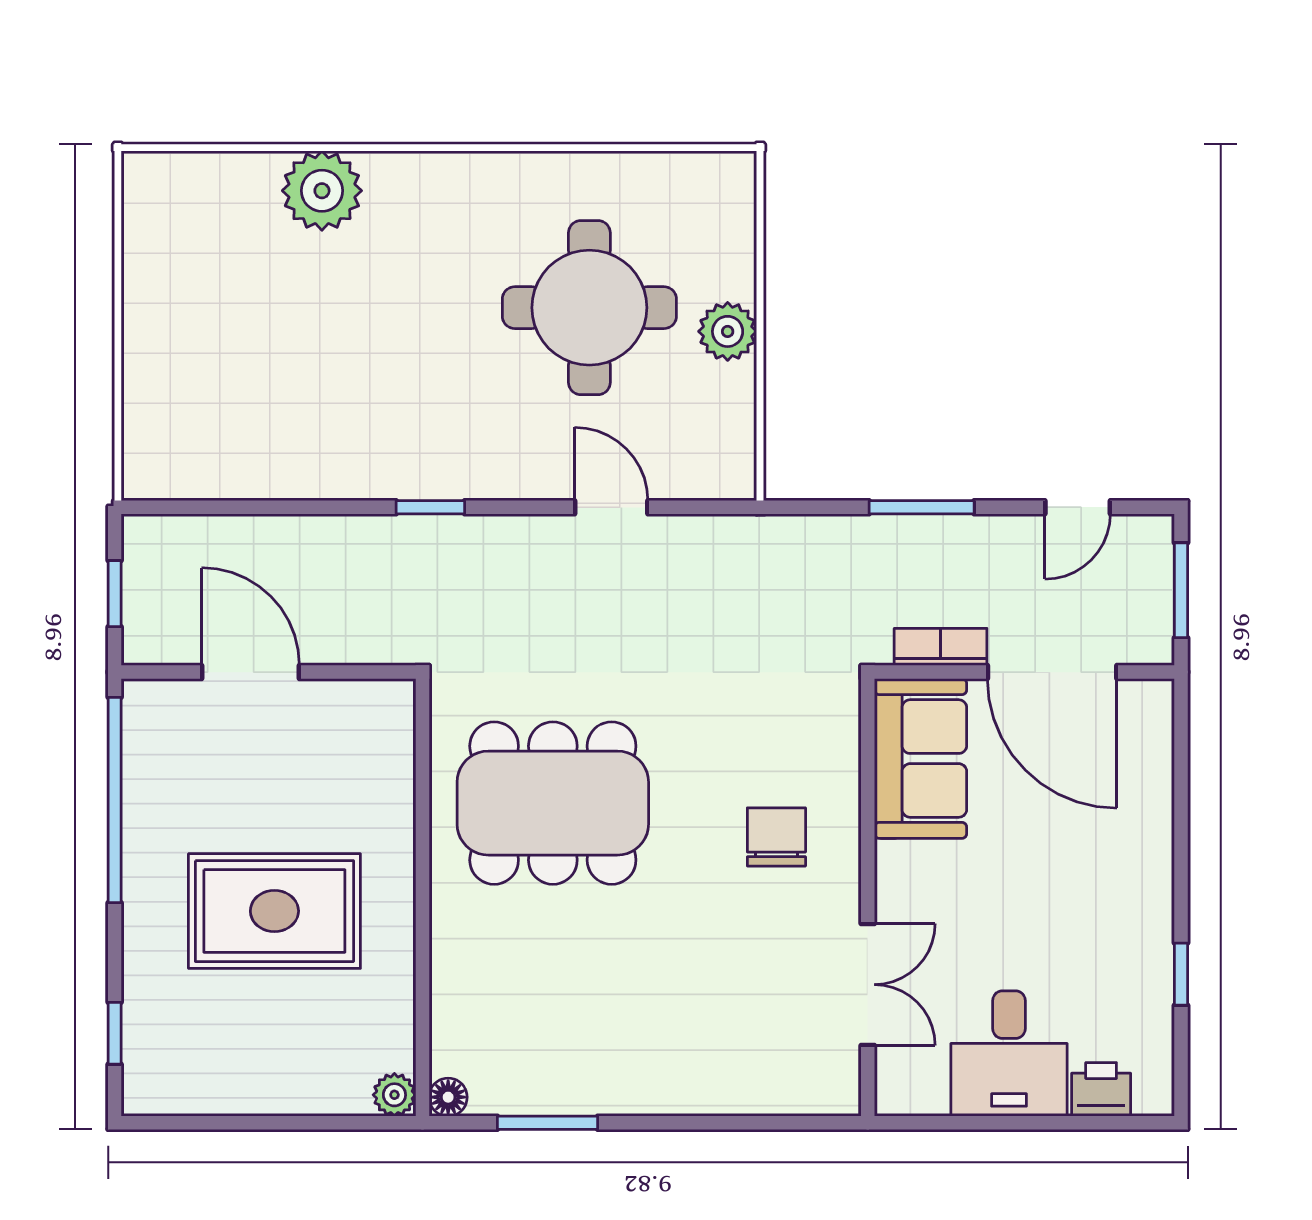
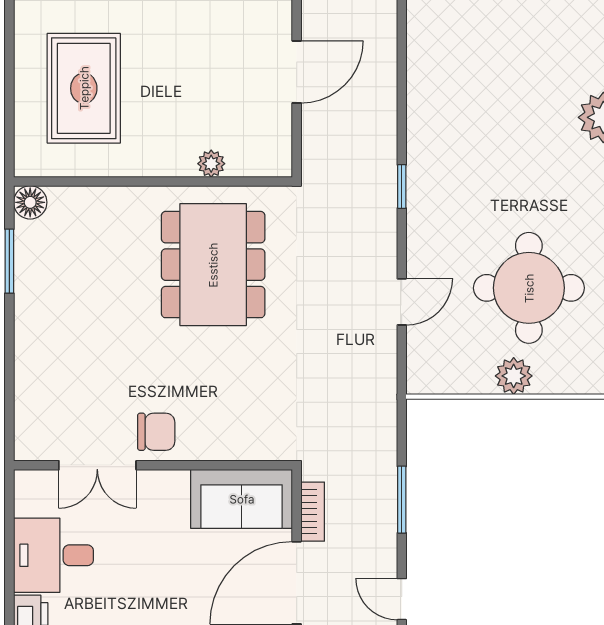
chair: (776, 837) -> (156, 432), moved
rug: (274, 911) -> (84, 88), moved
plant: (394, 1095) -> (211, 164), moved
floor lamp: (448, 1097) -> (30, 202), width x1.37, depth x1.37

